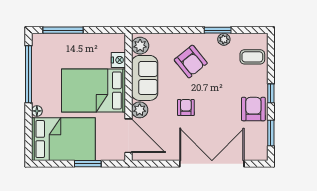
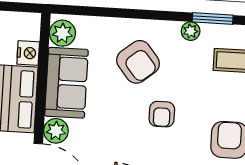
window: (218, 30) -> (213, 19), moved
armchair: (186, 107) -> (162, 114), moved, turned 180

